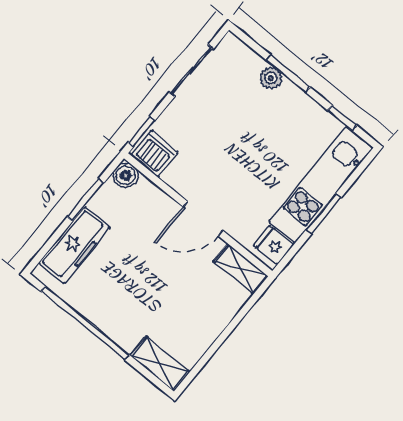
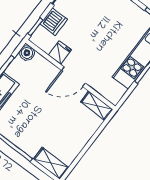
dishwasher: (154, 154) -> (54, 22), moved, turned 90
fridge: (274, 245) -> (60, 53), moved, turned 90

